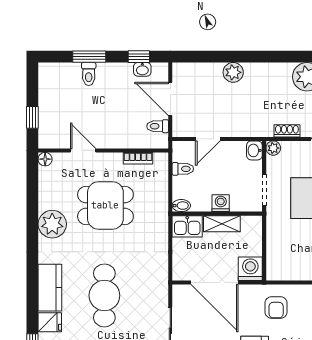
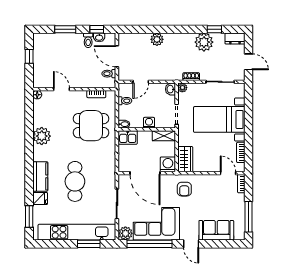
toilet: (89, 74) -> (88, 40), moved
window: (32, 117) -> (29, 56), moved
dining table: (105, 205) -> (91, 126), moved
shelving: (222, 224) -> (164, 136), moved
wardrobe: (278, 261) -> (185, 159), added

